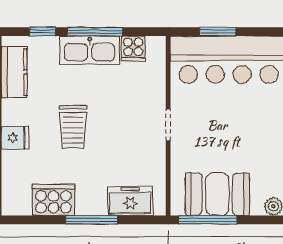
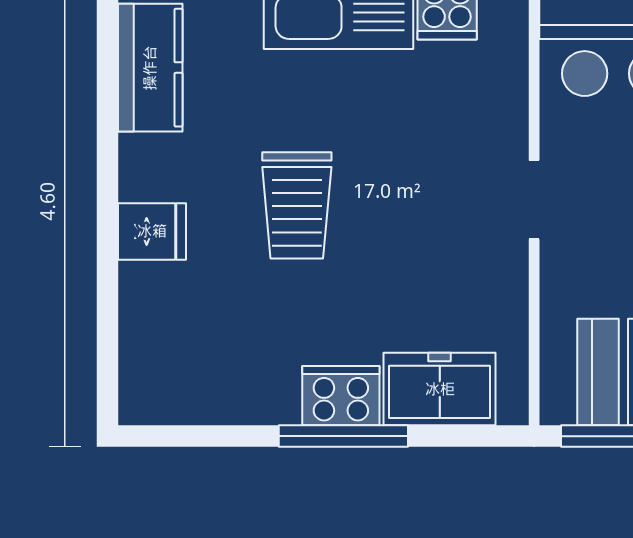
cooker: (54, 200) -> (341, 396), moved, width x0.73, depth x0.76

